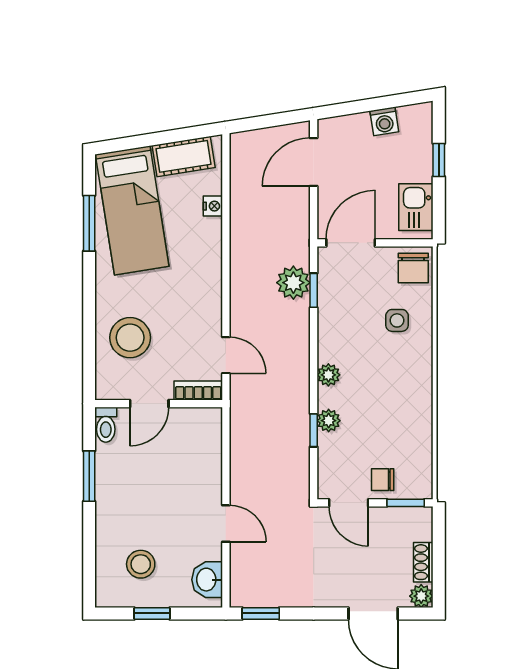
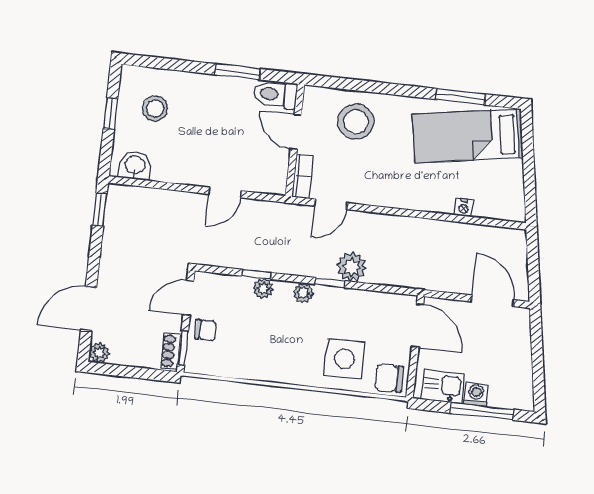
washing machine: (384, 121) -> (476, 394), moved, turned 99
cot: (184, 156) -> (510, 187), removed
window: (439, 160) -> (482, 411), width x2.17
plant: (293, 283) -> (352, 267), moved
window: (314, 290) -> (330, 283), moved
side table: (397, 320) -> (345, 359), width x1.87, depth x1.87
toilet: (106, 425) -> (275, 94), width x1.37, depth x1.39
chair: (383, 480) -> (206, 330), turned 91
door: (226, 524) -> (225, 192), moved
shoe rack: (423, 562) -> (171, 351), moved, turned -90

